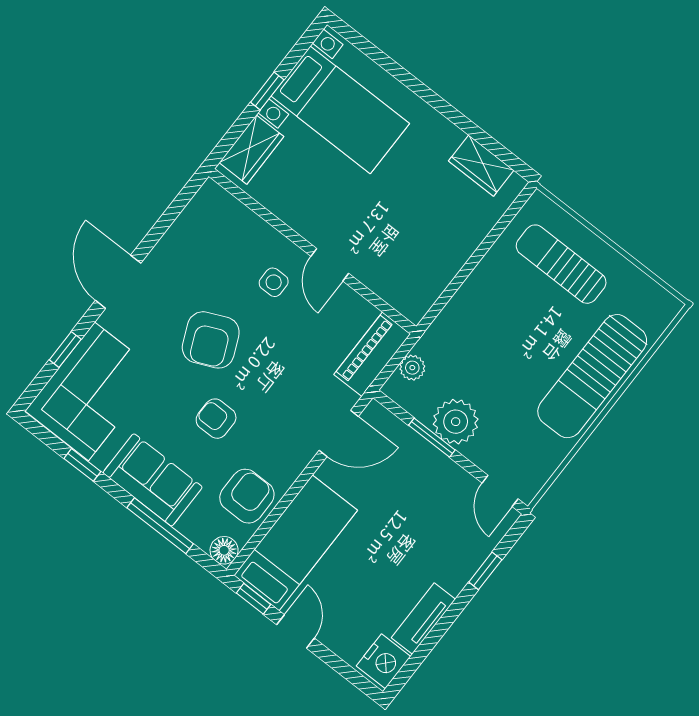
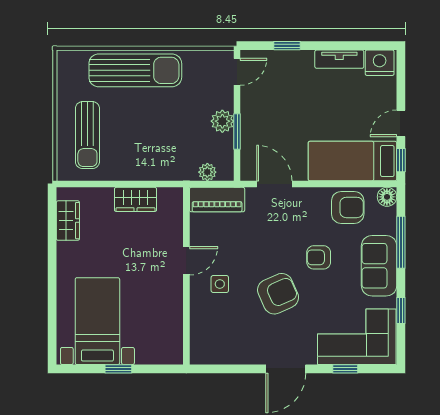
wardrobe: (251, 150) -> (136, 199), moved, turned 180
armchair: (216, 419) -> (319, 257), turned 90
plant: (456, 422) -> (222, 121), width x0.73, depth x0.73
armchair: (247, 496) -> (348, 207), turned 180

